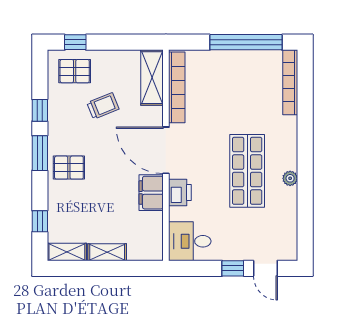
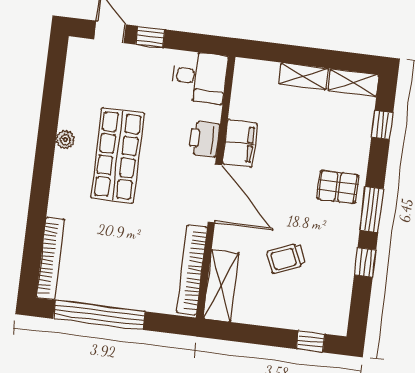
pallet: (75, 71) -> (316, 306), removed

